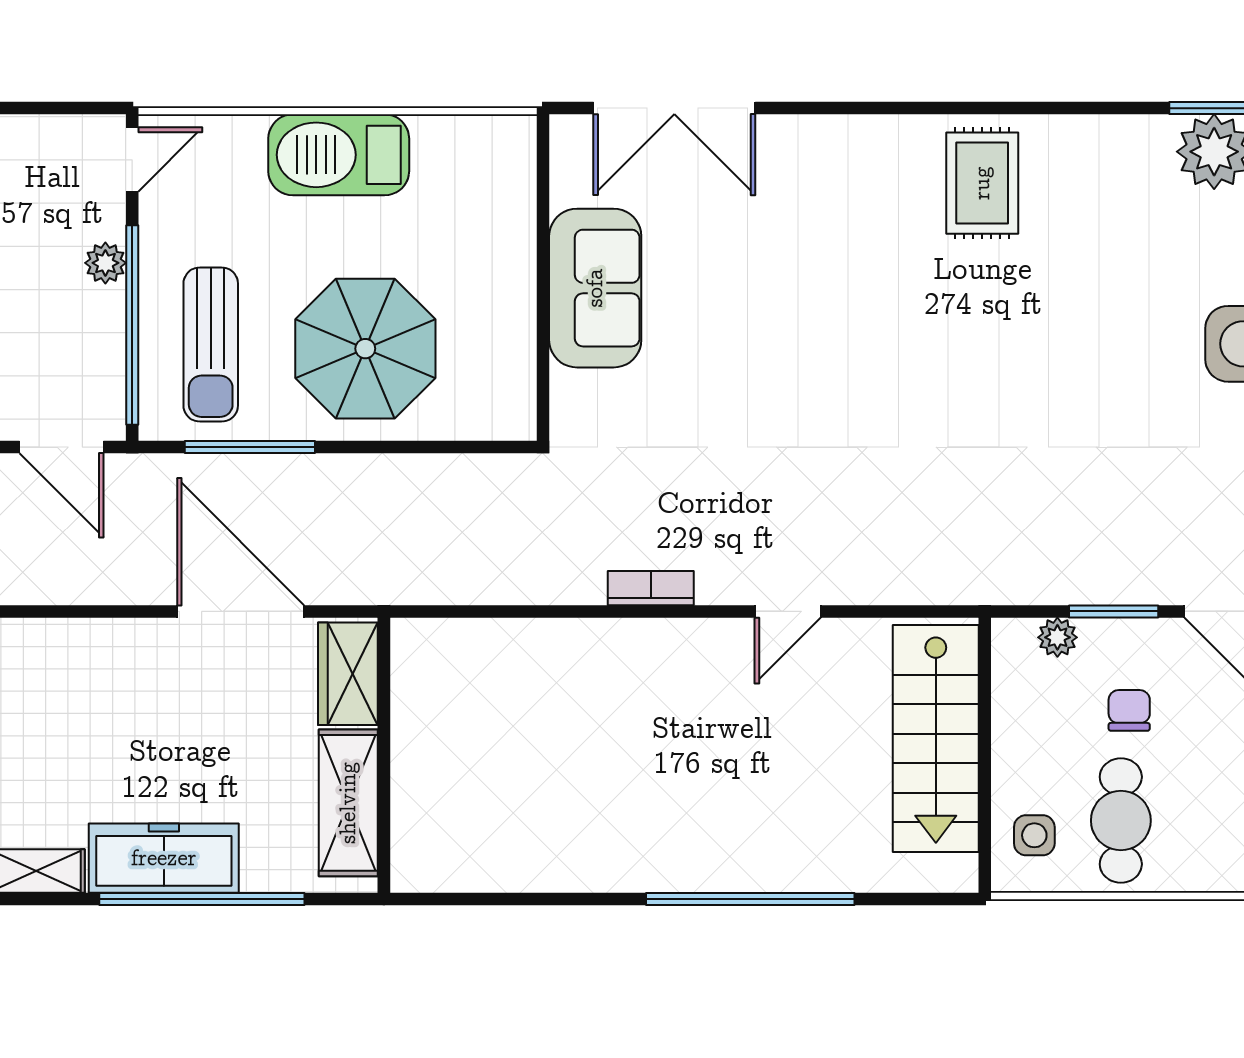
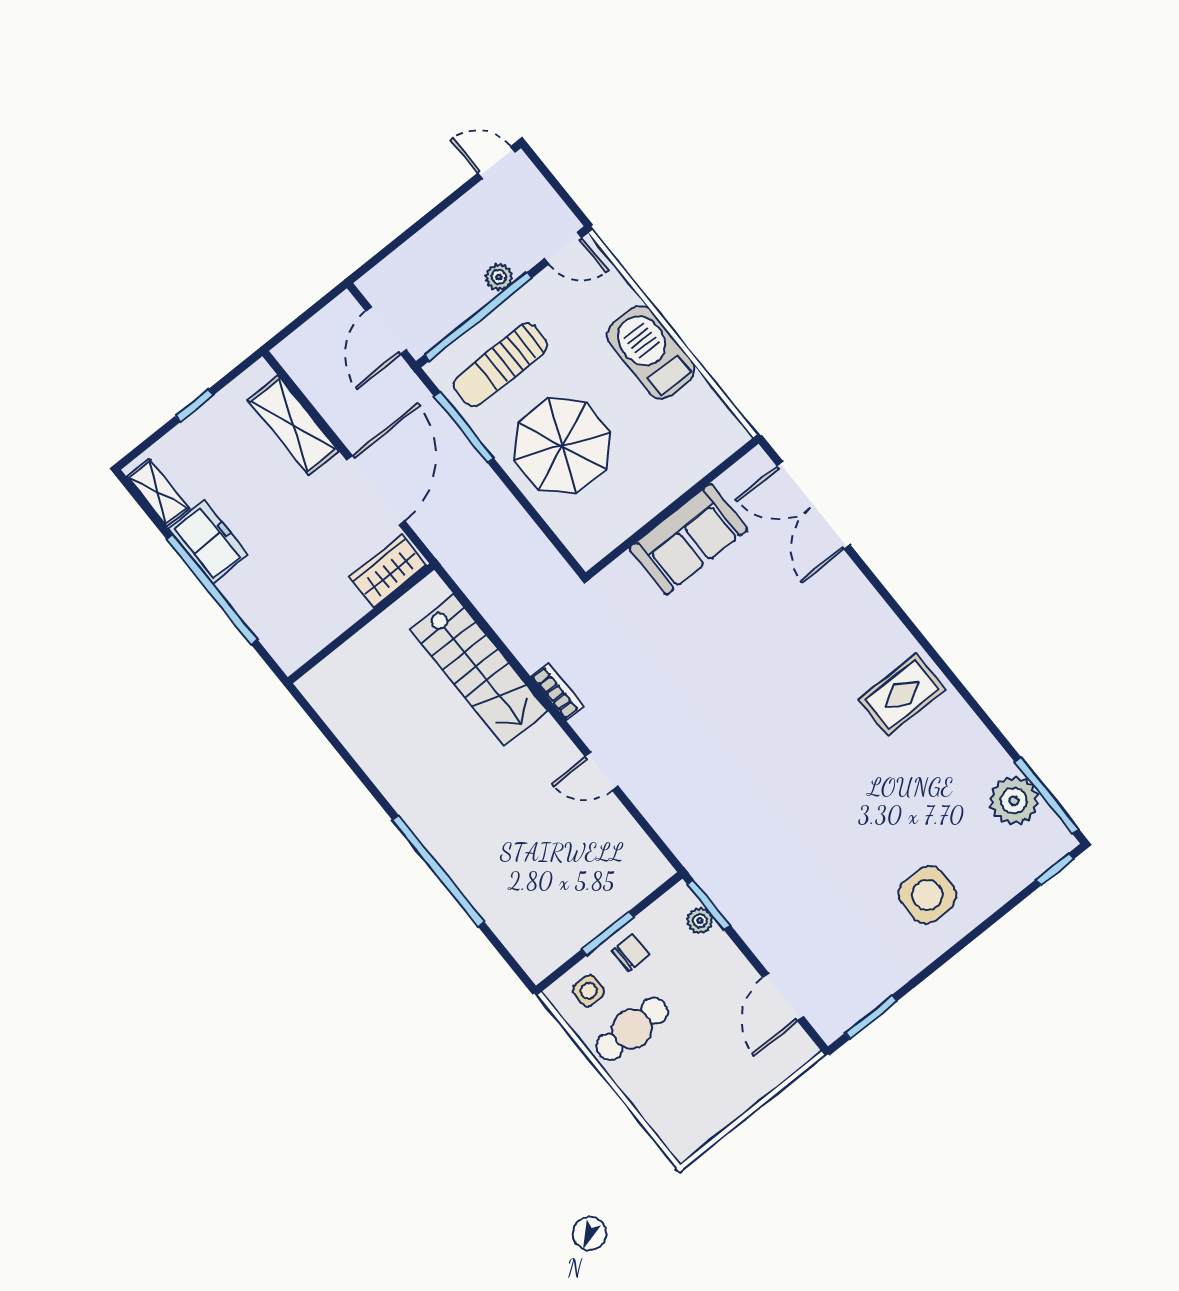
window: (1114, 611) -> (709, 905), moved
chair: (1129, 710) -> (631, 953), moved
stairs: (936, 738) -> (479, 670), moved, turned -90
window: (985, 758) -> (608, 933), added
shelving: (348, 803) -> (293, 425), moved, turned 90
freezer: (164, 858) -> (208, 542), width x0.71

